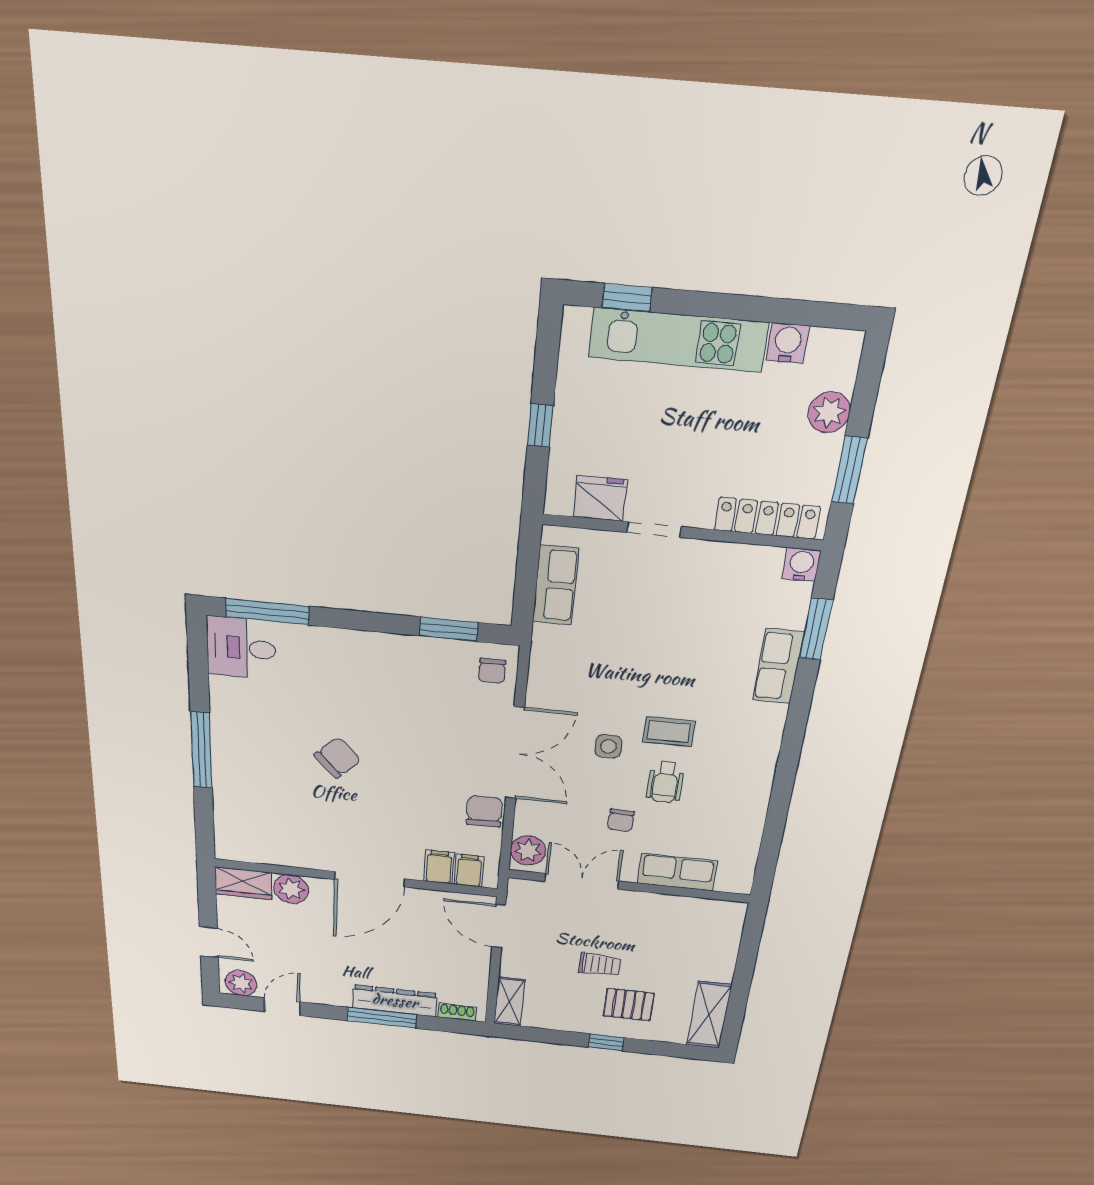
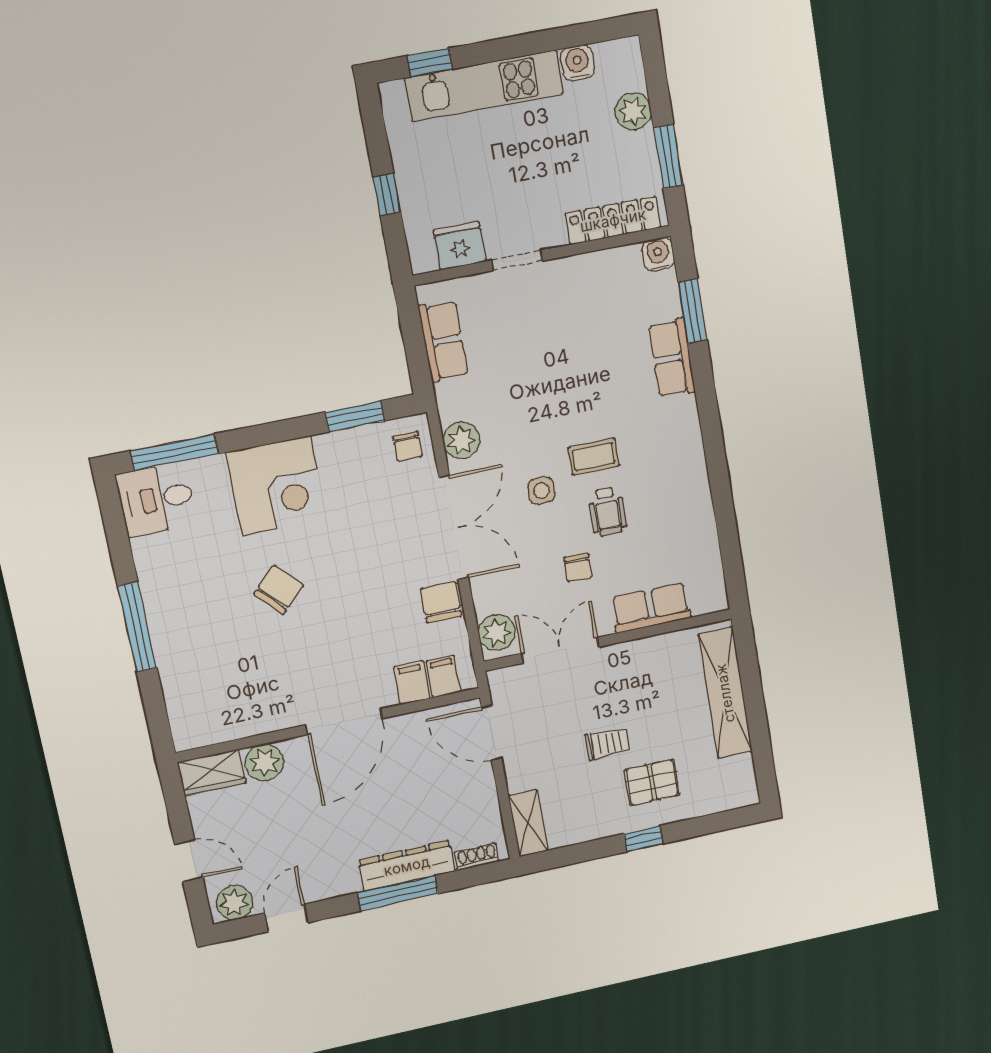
corner desk: (357, 669) -> (277, 486), added
plant: (545, 680) -> (461, 440), added
shelving: (709, 1015) -> (725, 693), moved, width x1.47

